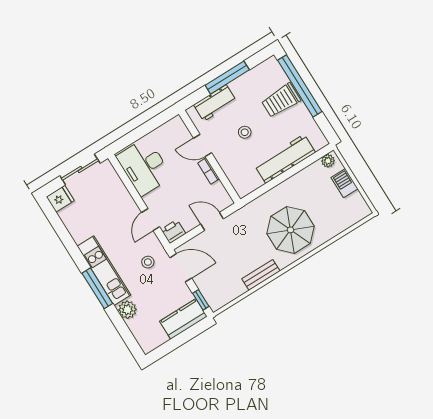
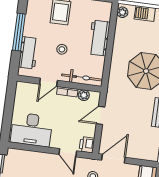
workbench: (285, 159) -> (99, 38), width x0.73
bicycle: (234, 174) -> (82, 77), added
plant: (218, 189) -> (84, 95), added
window: (201, 300) -> (143, 163), removed

